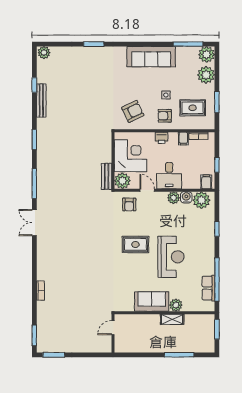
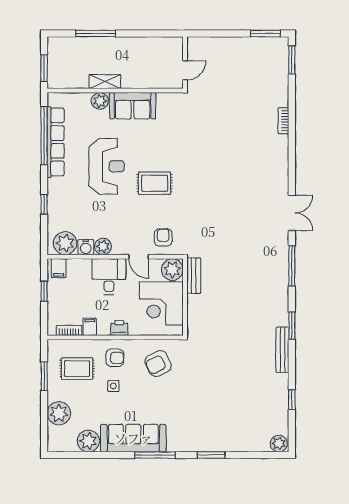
window: (188, 44) -> (155, 455), moved
plant: (207, 54) -> (88, 441), moved
bench: (41, 101) -> (282, 350), moved
reception desk: (171, 257) -> (106, 166), turned 180
row of seats: (208, 288) -> (56, 142), width x2.02

